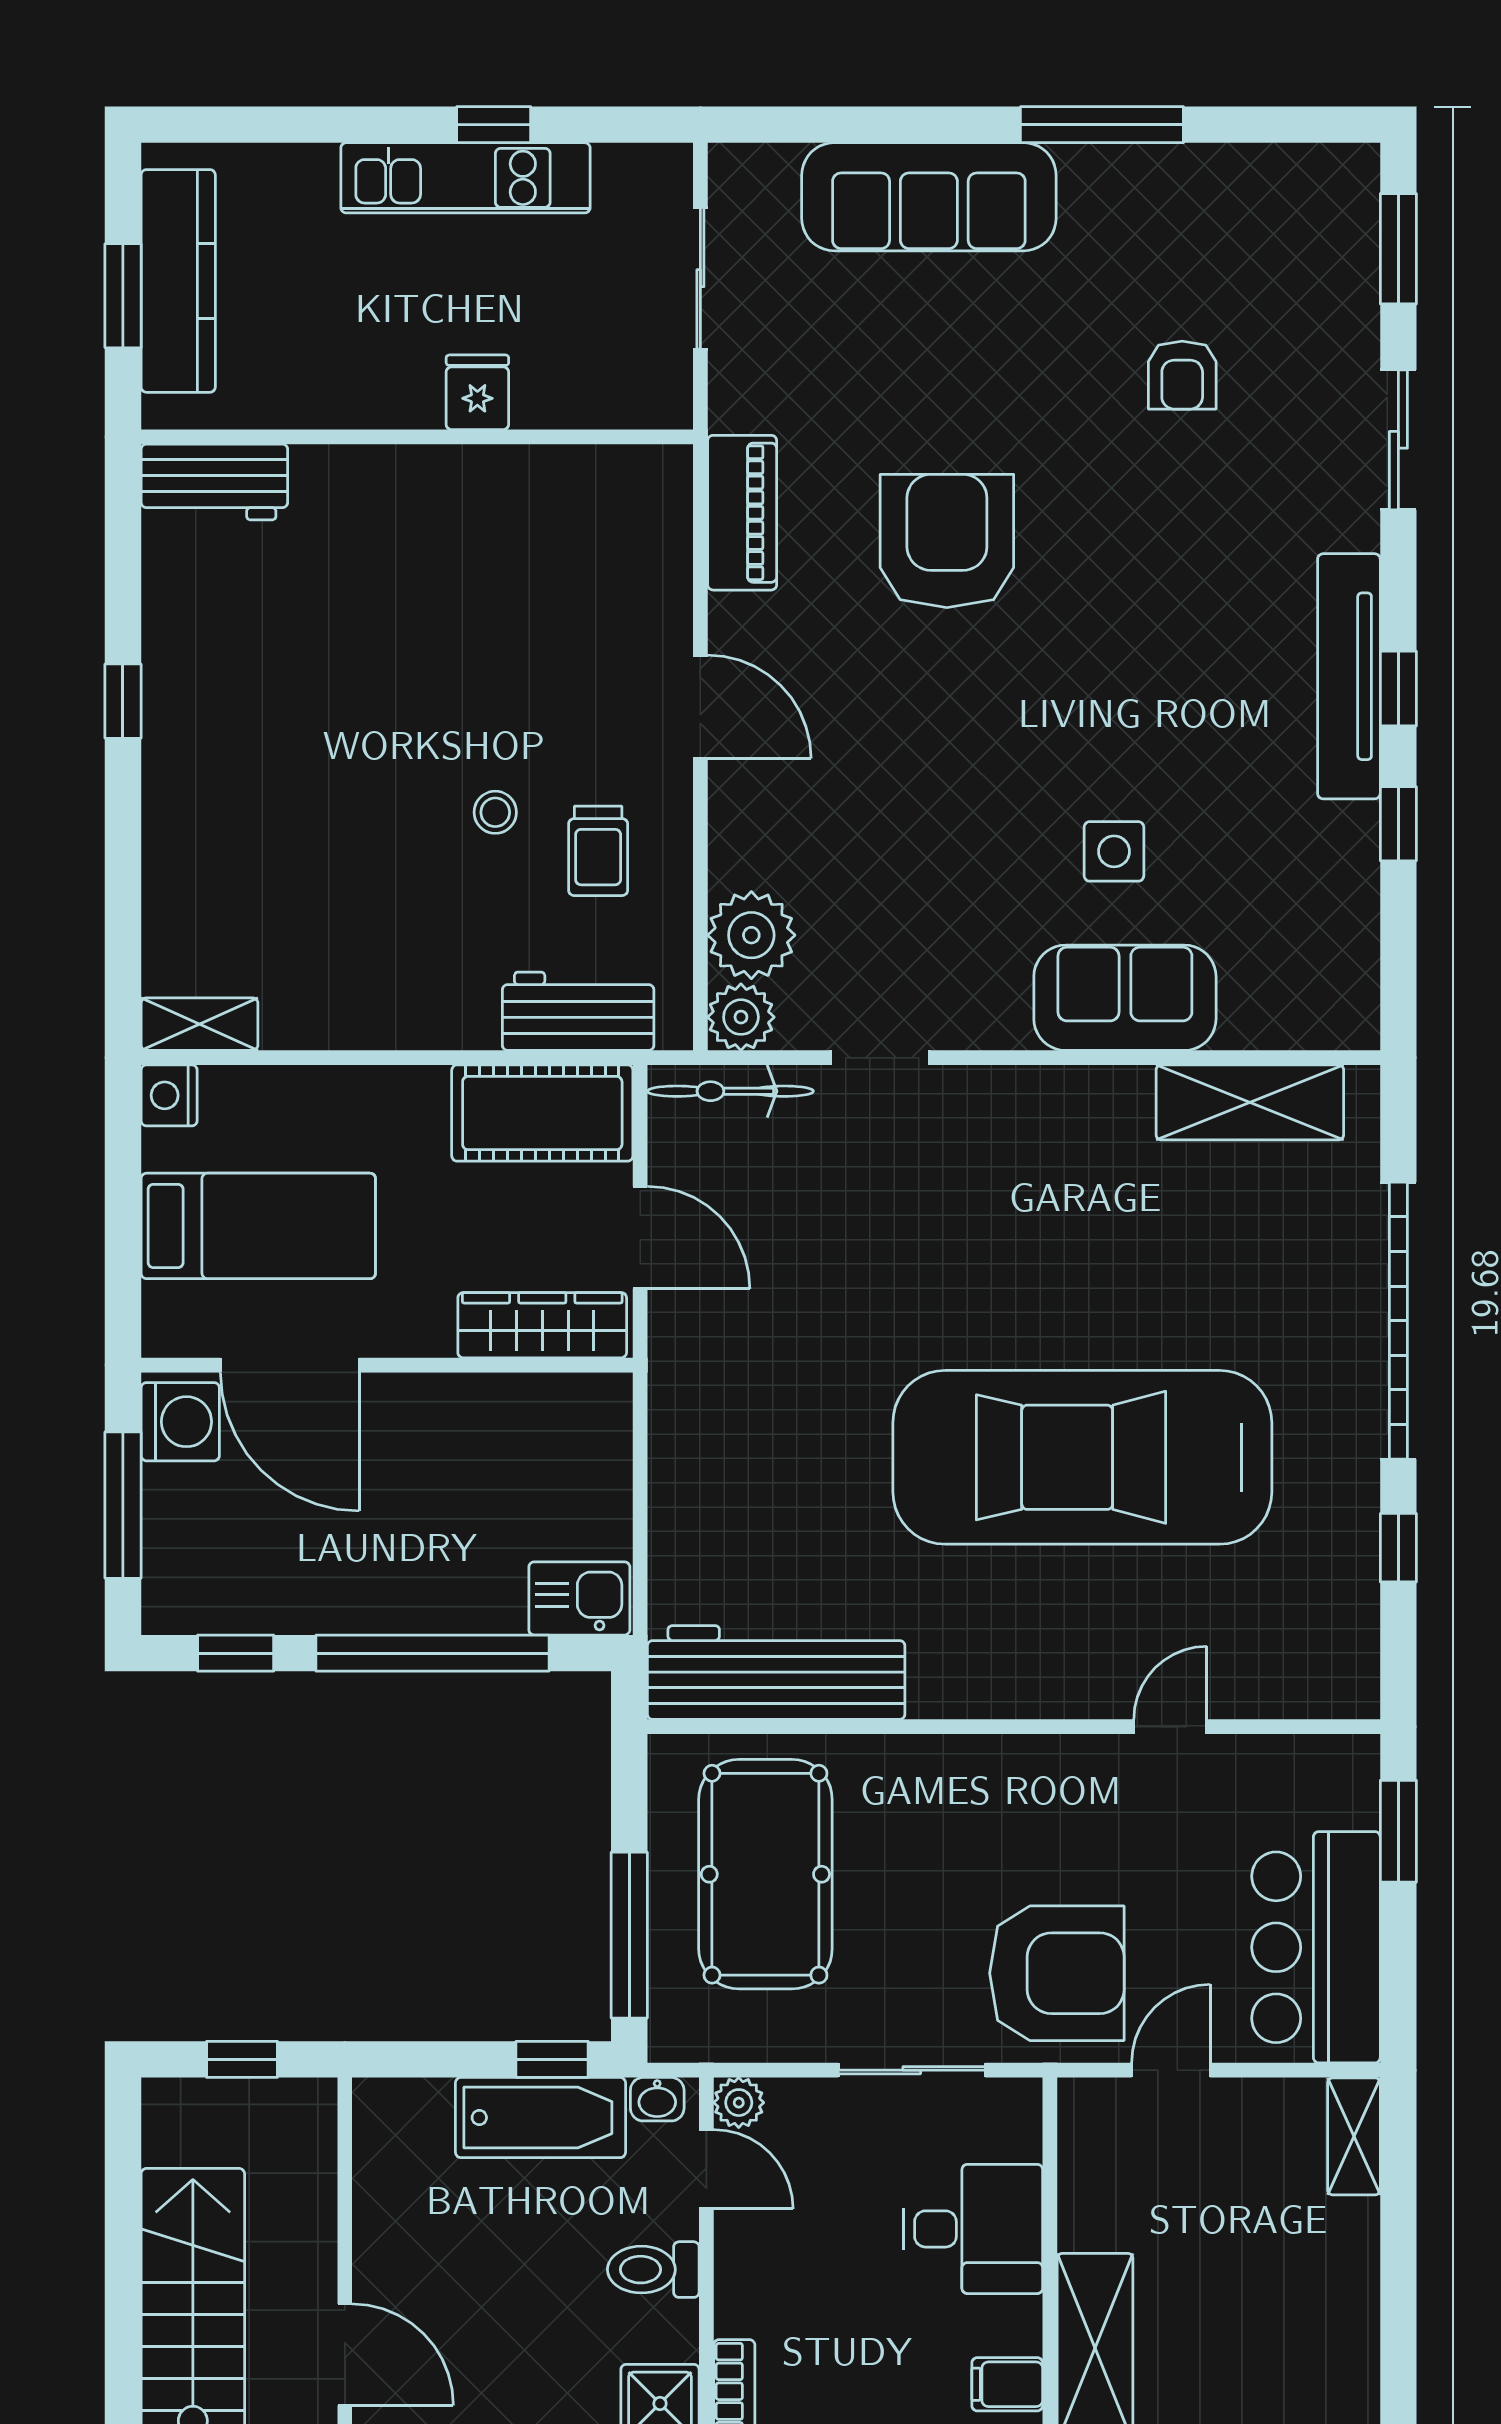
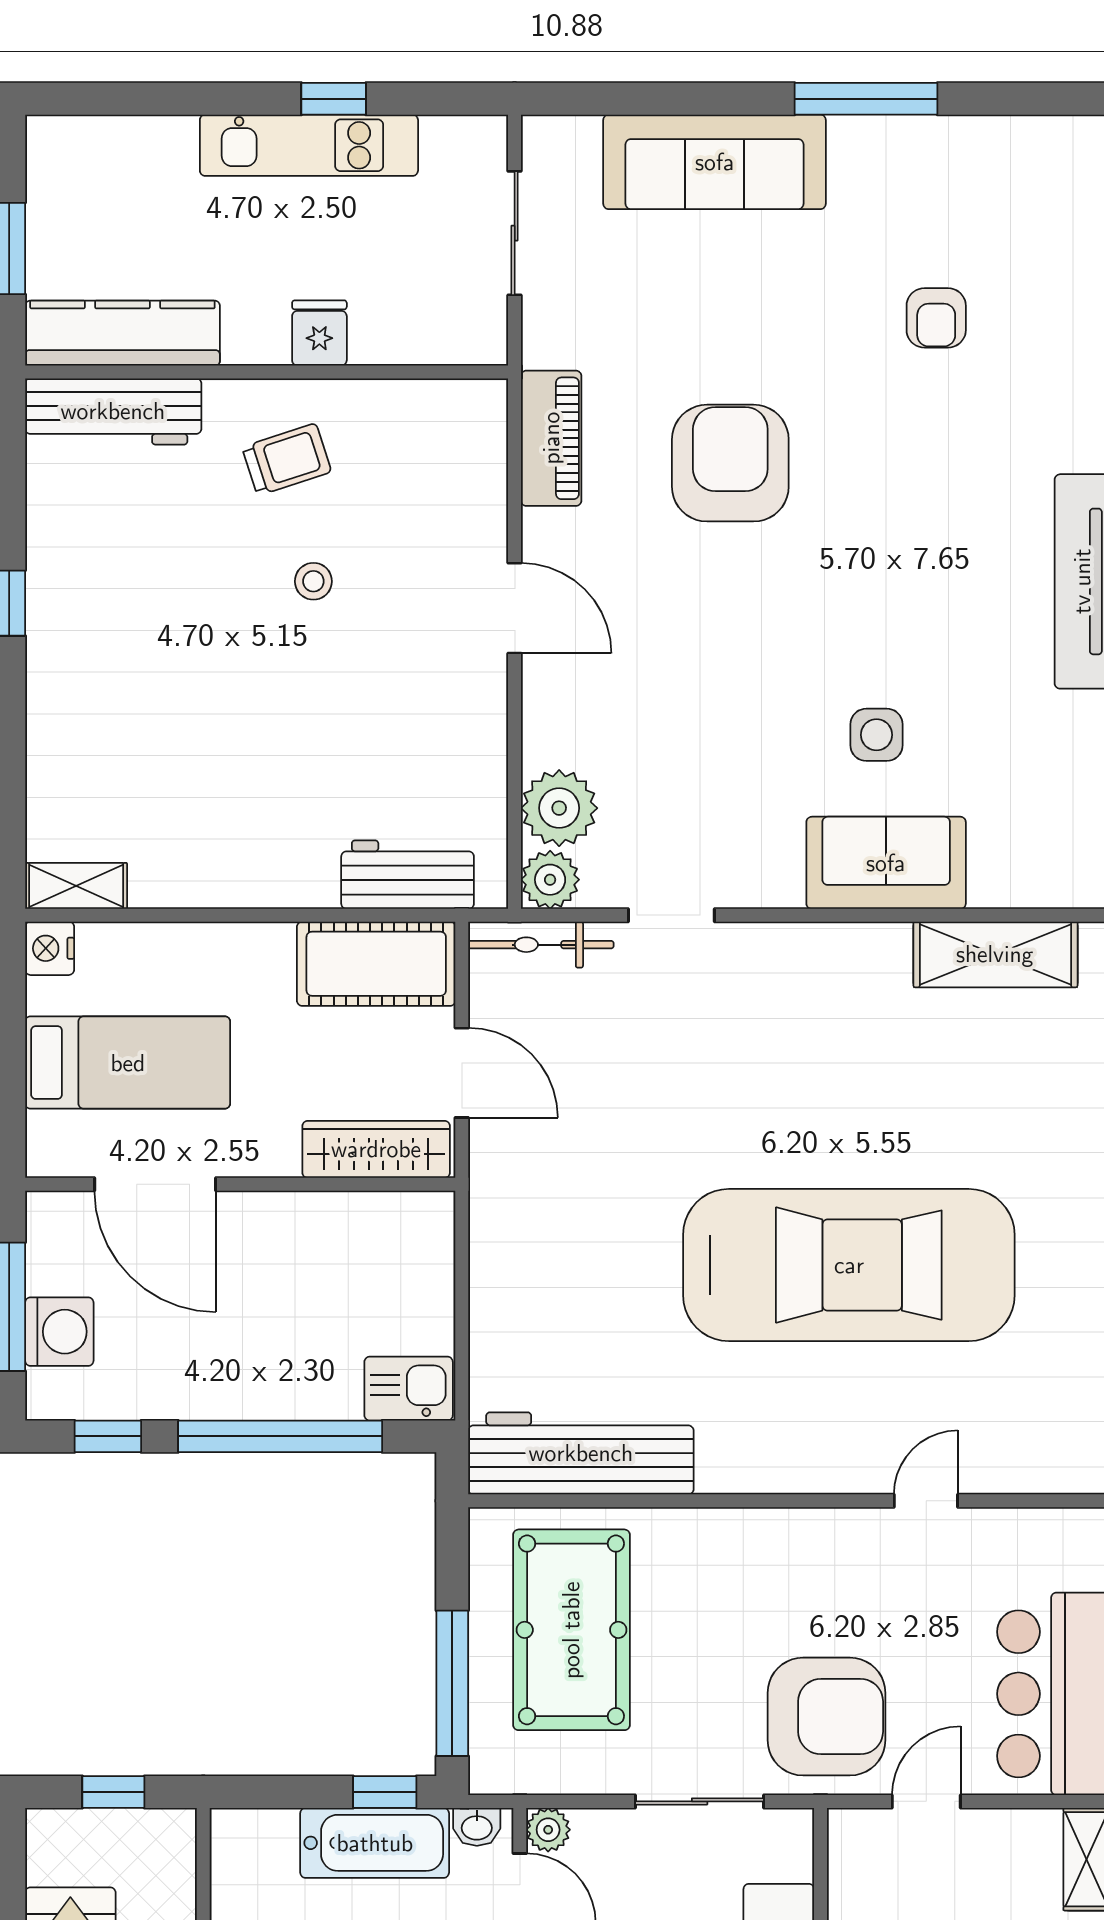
kitchen counter: (178, 281) -> (122, 333), moved, turned -90
workbench: (214, 482) -> (113, 411), width x1.38
stool: (495, 812) -> (313, 581), moved
trolley: (598, 851) -> (287, 459), moved, turned -108
washing machine: (180, 1422) -> (59, 1332), moved
car: (1082, 1457) -> (849, 1265), turned 180

